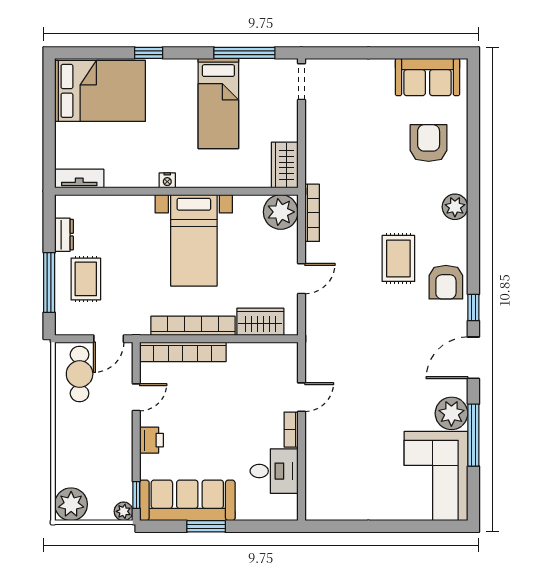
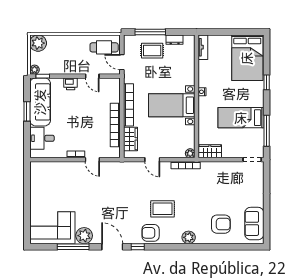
plant: (281, 212) -> (190, 153), width x0.53, depth x0.53
bookcase: (183, 352) -> (115, 125), moved
desk: (274, 471) -> (42, 138), moved, turned 90

